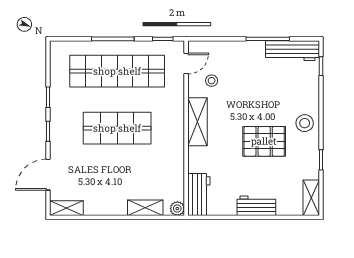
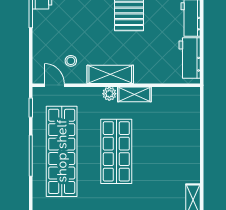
workbench: (199, 195) -> (190, 58), moved, turned -90
shelving: (145, 208) -> (134, 94), moved, turned 90
plant: (177, 209) -> (109, 94), moved

